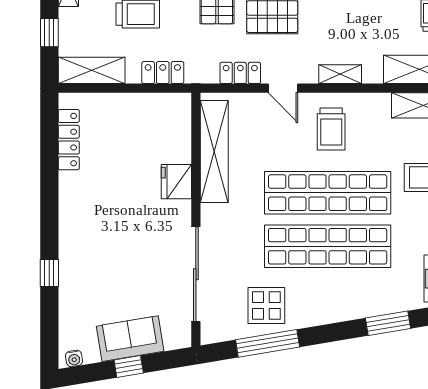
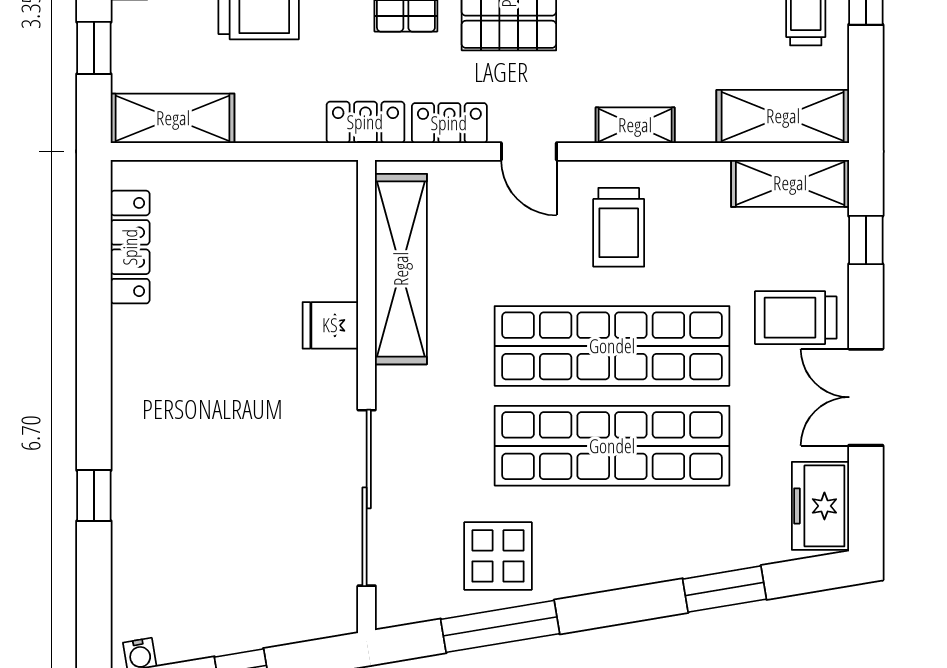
locker: (163, 73) -> (365, 122), moved
fridge: (176, 182) -> (330, 325), width x0.72
sofa: (130, 339) -> (244, 618), removed

